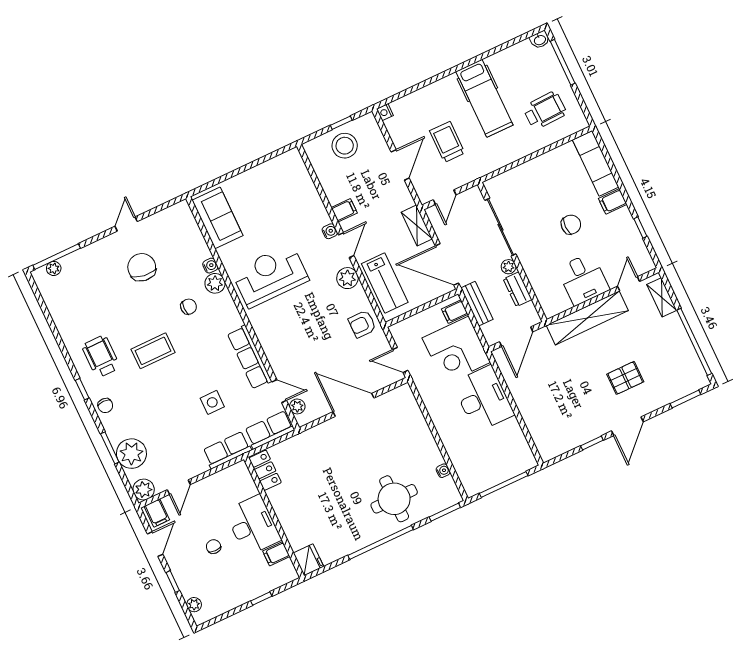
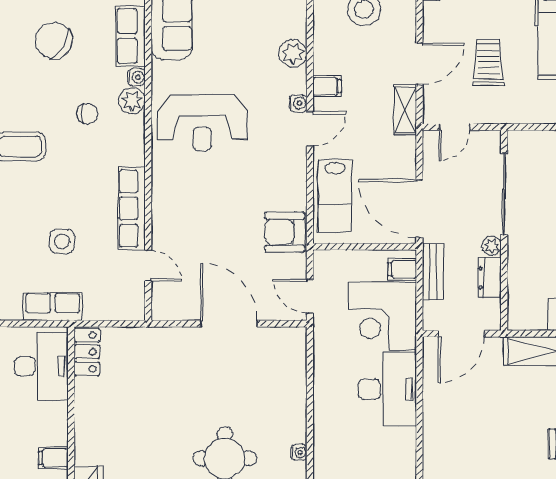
shelving: (417, 226) -> (405, 110), moved
chair: (142, 267) -> (54, 41), turned -67
reception desk: (270, 276) -> (202, 123), turned 180
plant: (347, 278) -> (293, 53), moved
armchair: (362, 324) -> (285, 232), width x1.38, depth x1.38
plant: (297, 406) -> (161, 294), removed
row of seats: (269, 430) -> (131, 36), moved, turned -90
desk: (253, 525) -> (41, 366), moved

